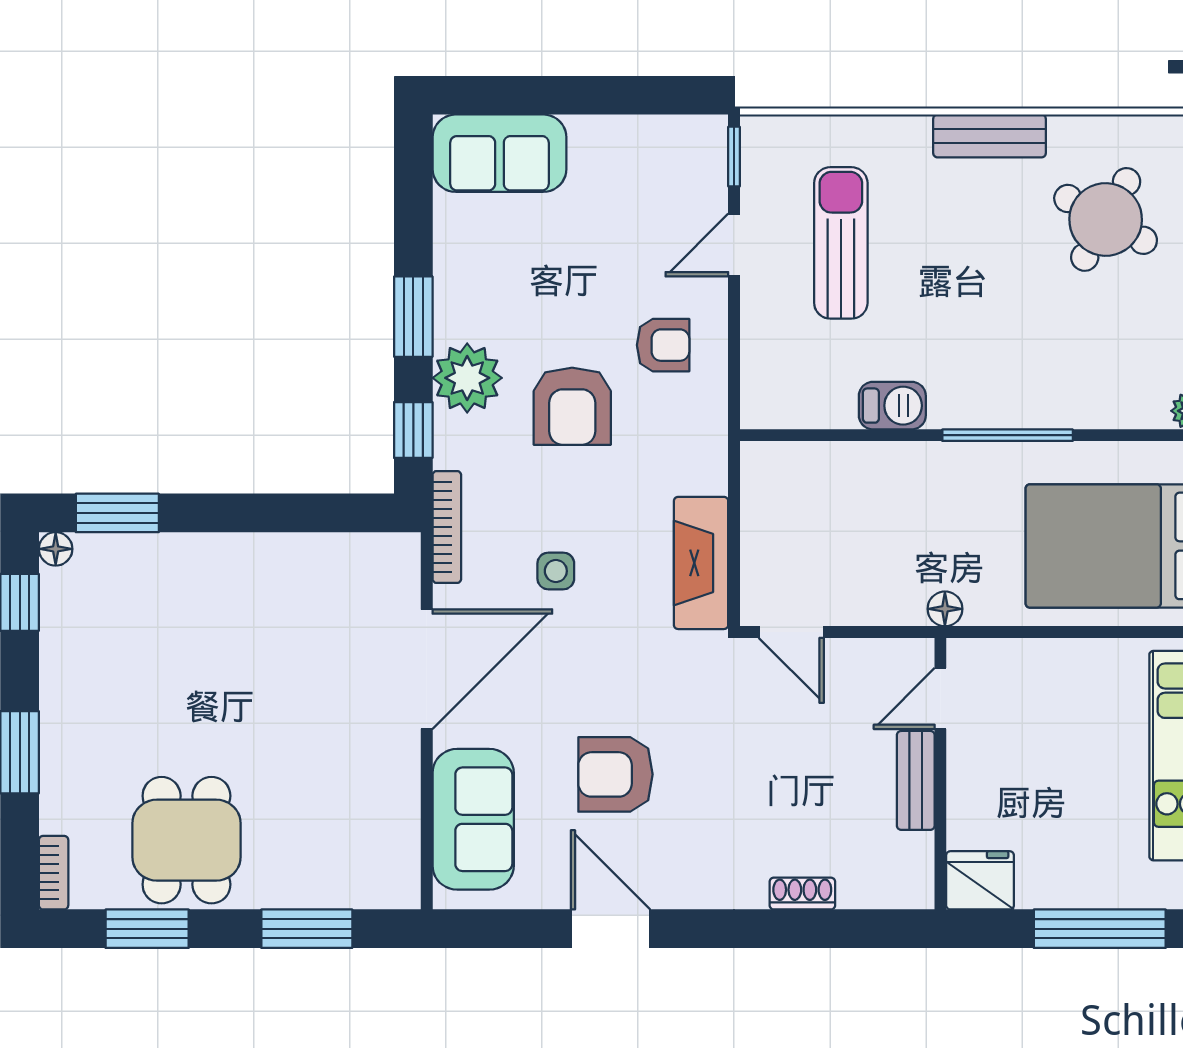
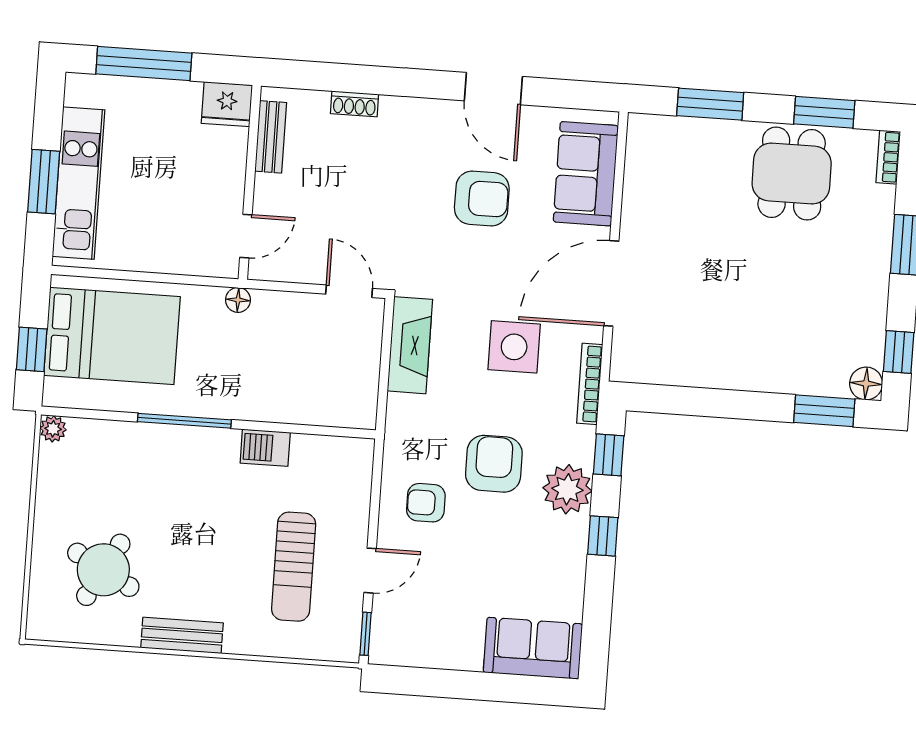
window: (413, 317) -> (603, 536), width x0.67
floor lamp: (56, 549) -> (866, 384), width x1.37, depth x1.37
side table: (556, 571) -> (514, 347), width x1.87, depth x1.87
bench: (916, 780) -> (271, 137), moved

